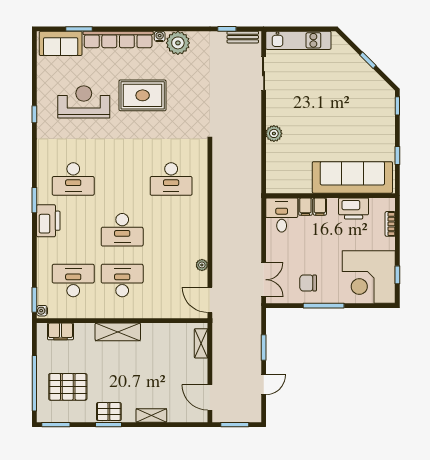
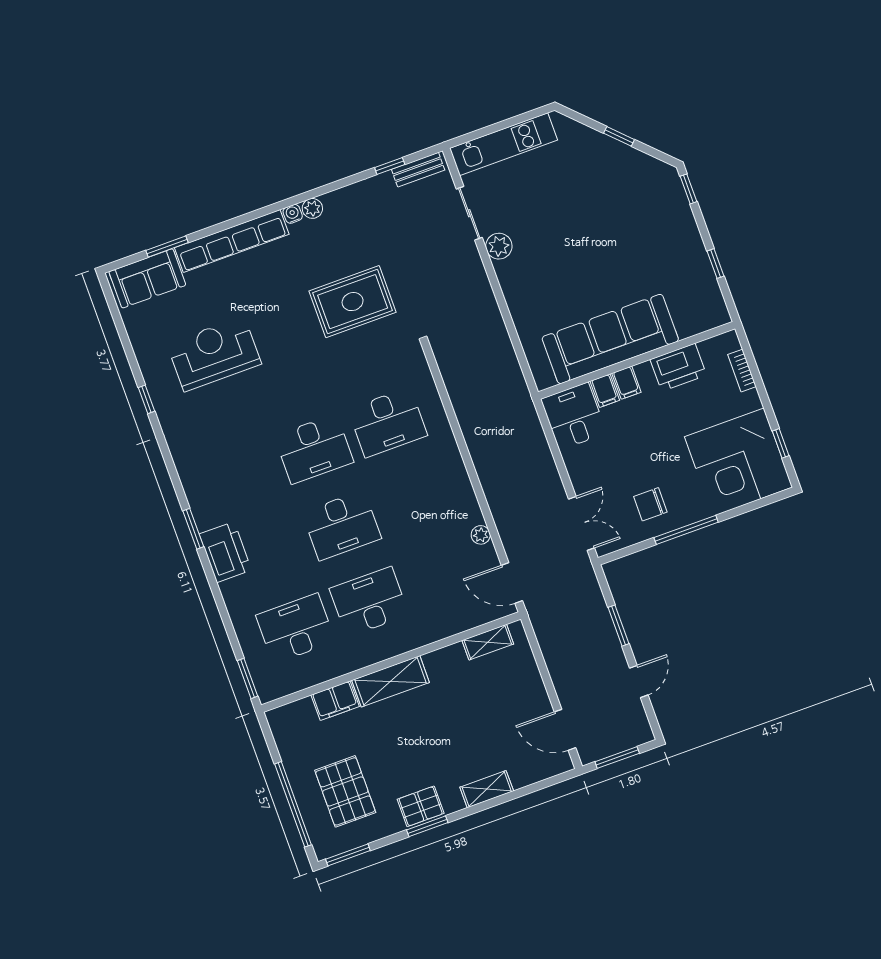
plant: (178, 43) -> (312, 208), width x0.53, depth x0.53
rug: (143, 95) -> (353, 302), moved
plant: (274, 133) -> (499, 246), moved
sofa: (352, 177) -> (610, 339), moved
desk: (73, 179) -> (314, 449), moved
water cooler: (42, 311) -> (265, 691), removed
filing cabinet: (60, 331) -> (335, 701), moved
shelving: (201, 343) -> (488, 642), moved, turned 90
pallet: (68, 387) -> (345, 791), turned 90

